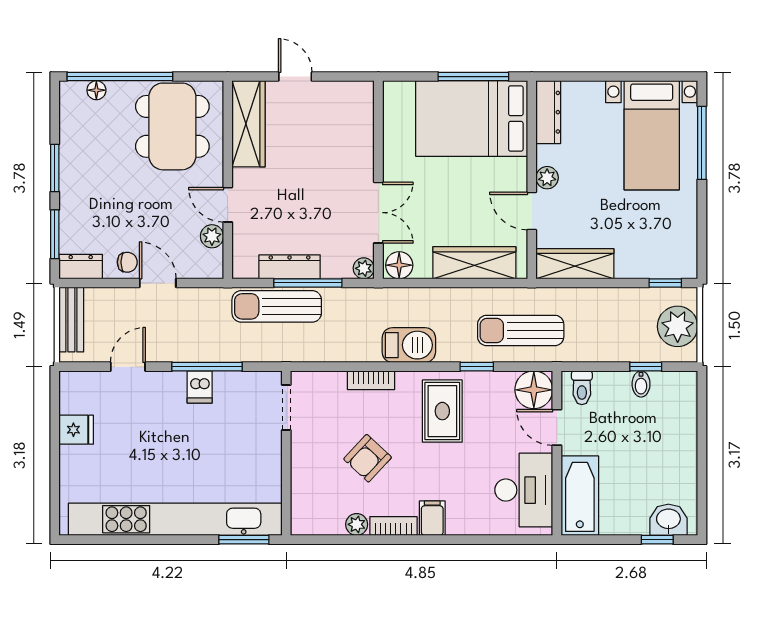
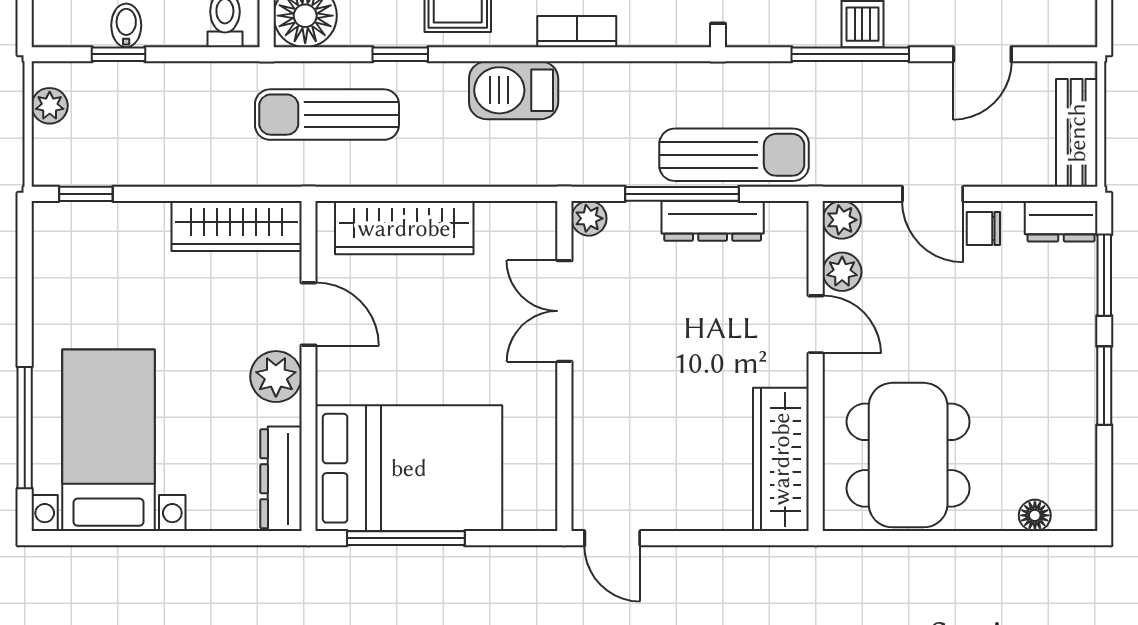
window: (120, 77) -> (996, 538), removed
door: (295, 77) -> (612, 538), moved
plant: (547, 178) -> (276, 377), width x1.38, depth x1.38
floor lamp: (399, 265) -> (530, 224), removed
plant: (212, 267) -> (842, 220), added
plant: (678, 326) -> (50, 106), width x0.53, depth x0.53
sun lounger: (521, 330) -> (327, 115), turned 180

